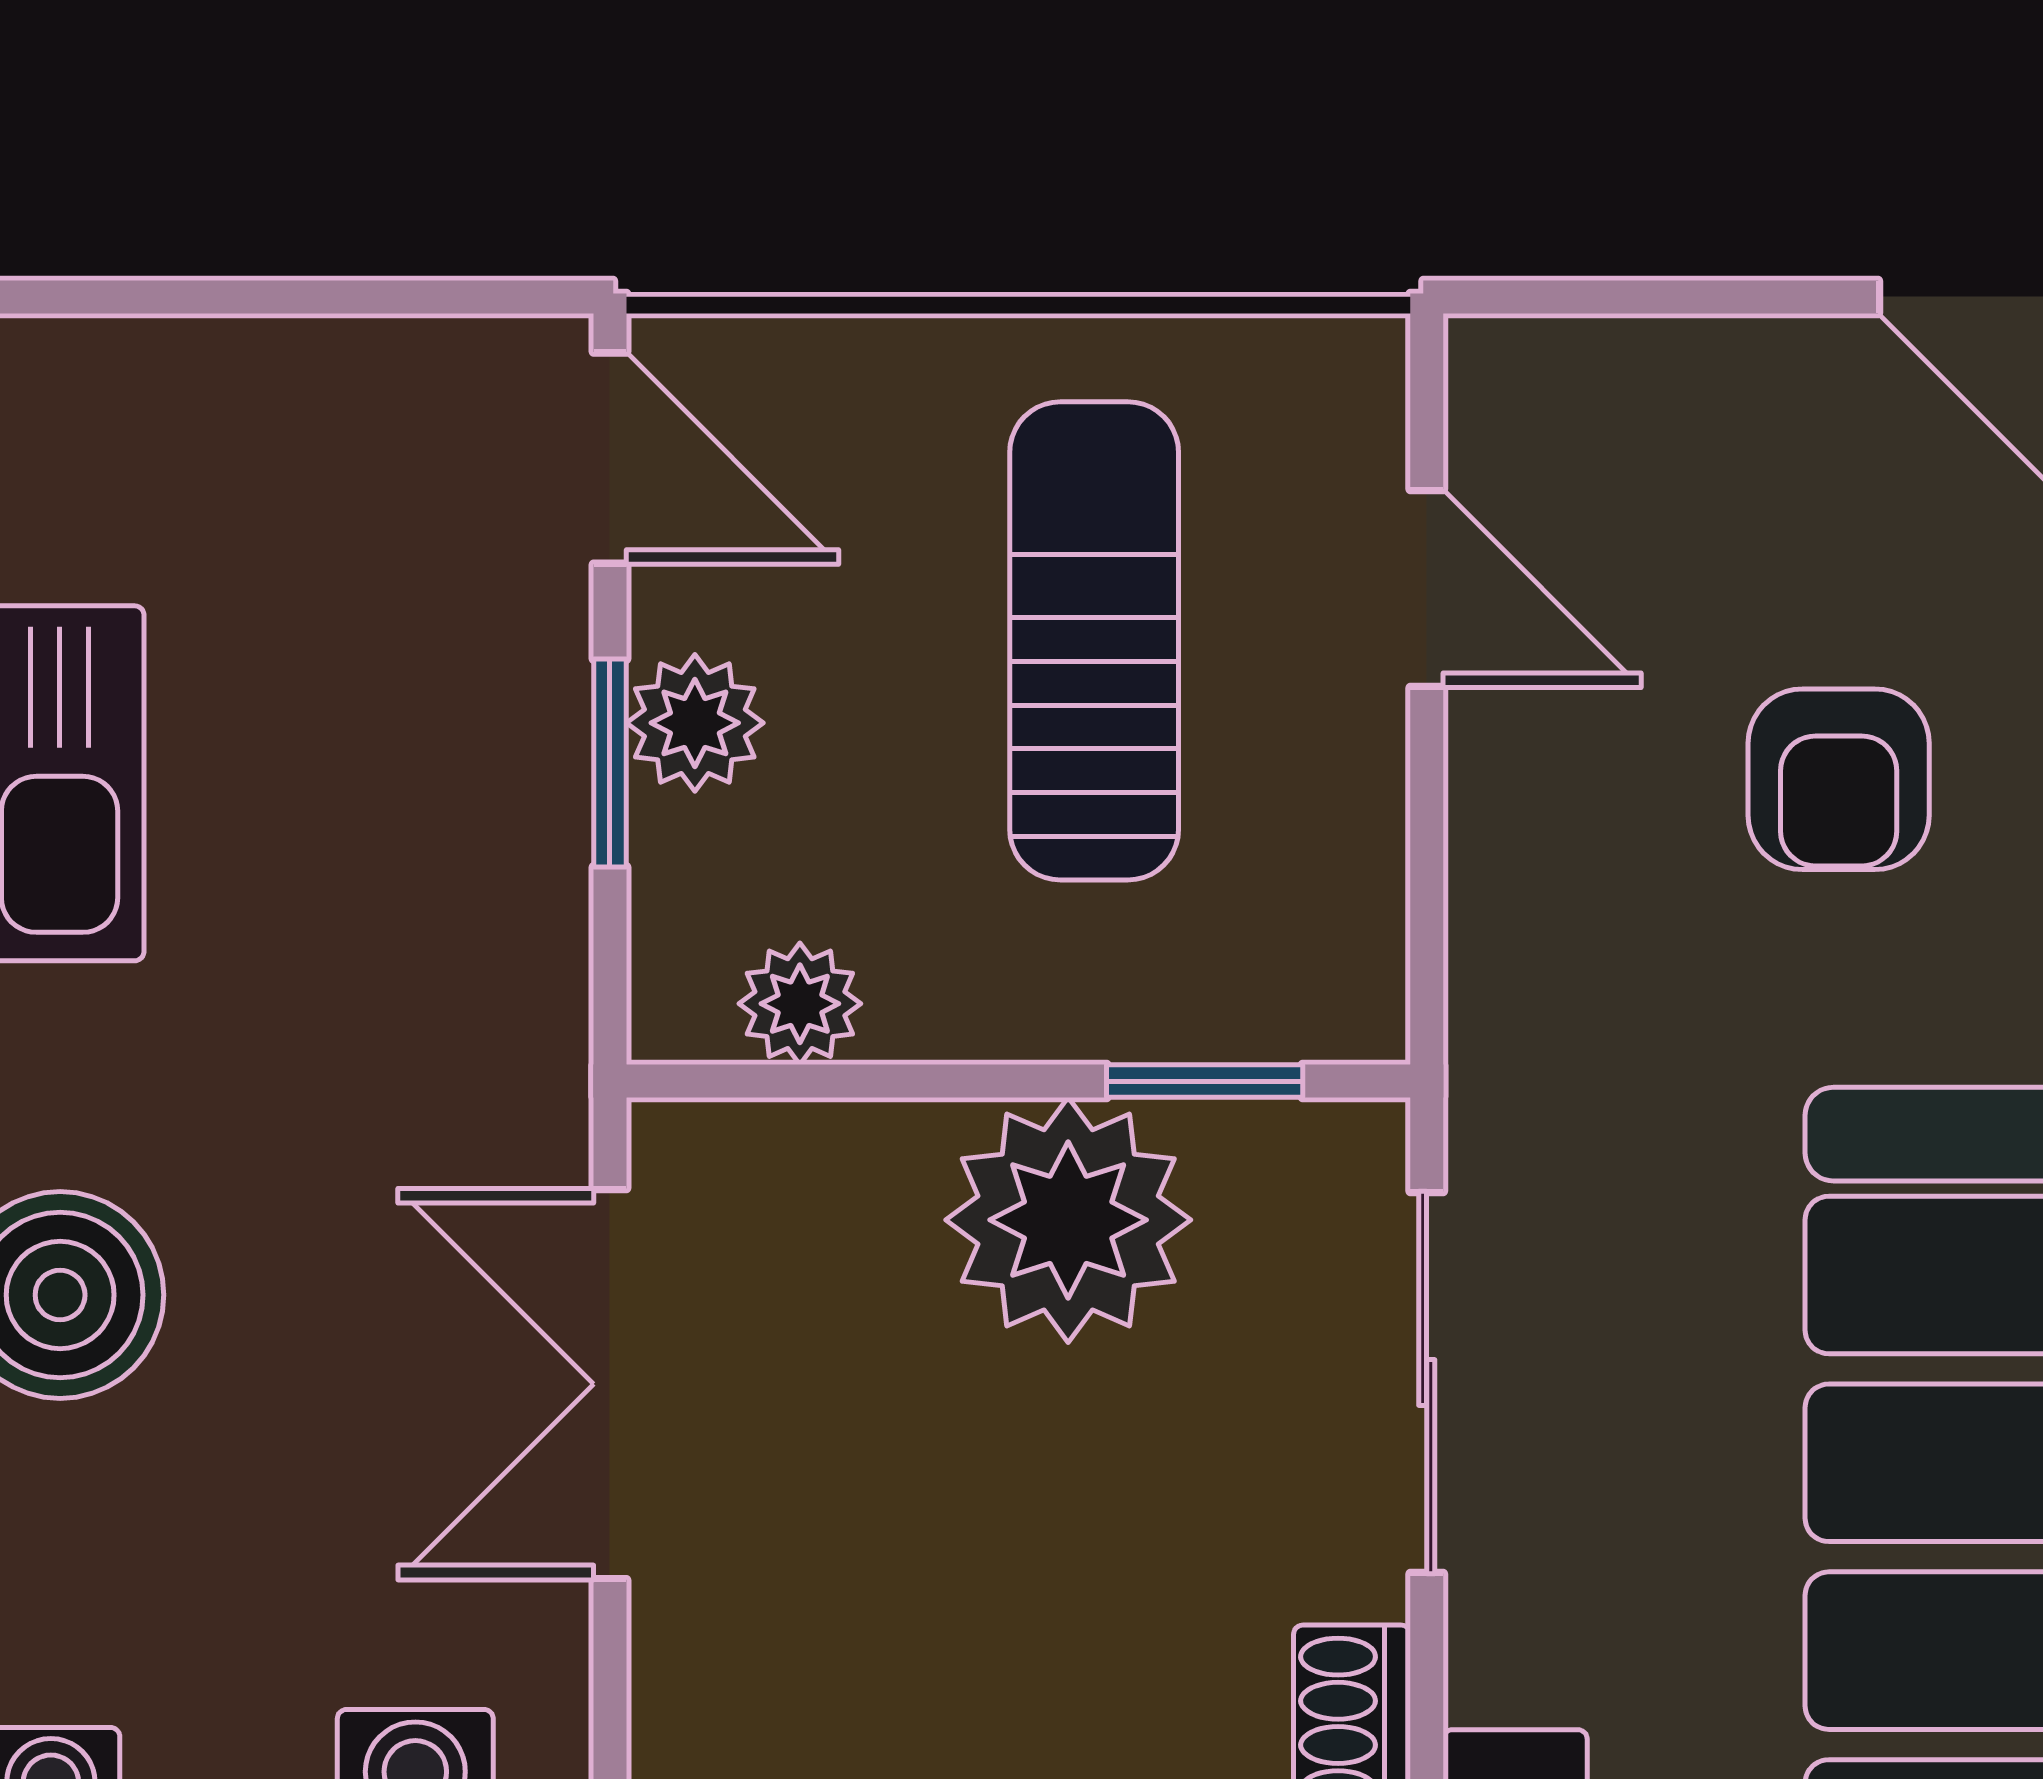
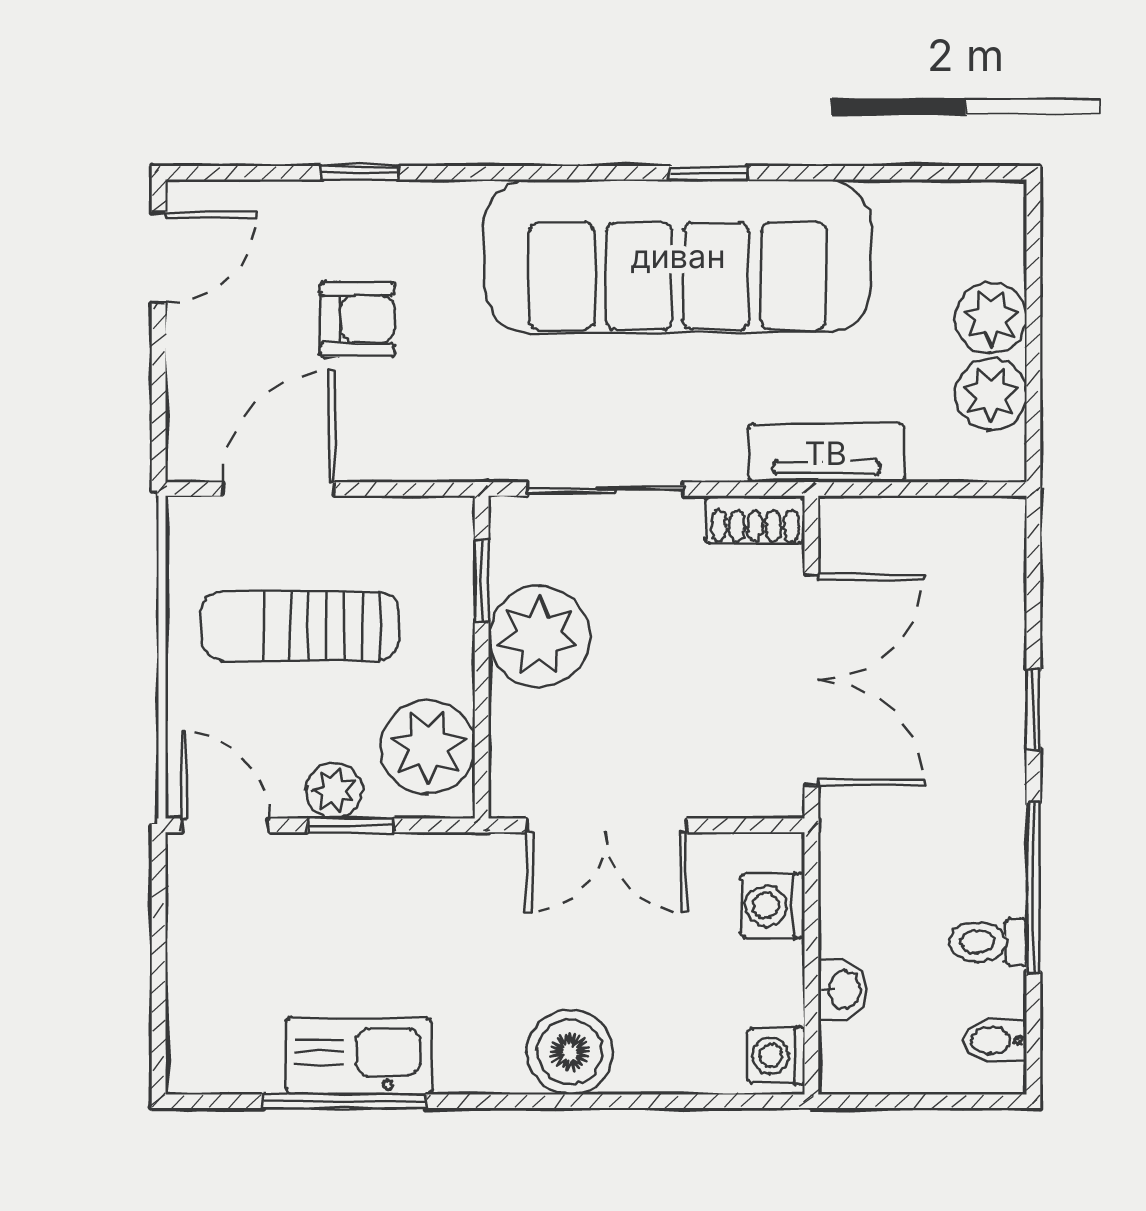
door: (610, 458) -> (225, 825), hinge flipped
door: (1427, 588) -> (279, 489), width x1.38
plant: (800, 1004) -> (428, 747), width x1.88, depth x1.88

